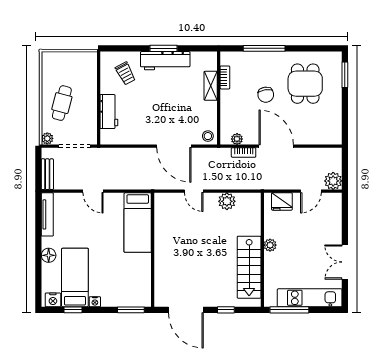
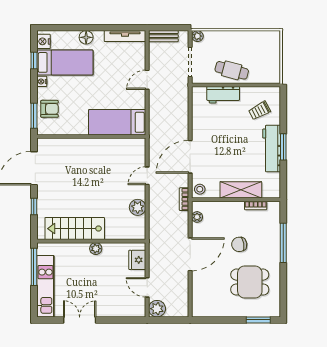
shelving: (211, 86) -> (241, 190), width x1.50, depth x1.33
cafe table: (62, 103) -> (232, 70), moved
bookcase: (244, 152) -> (184, 199), moved
armchair: (124, 294) -> (50, 109), added

